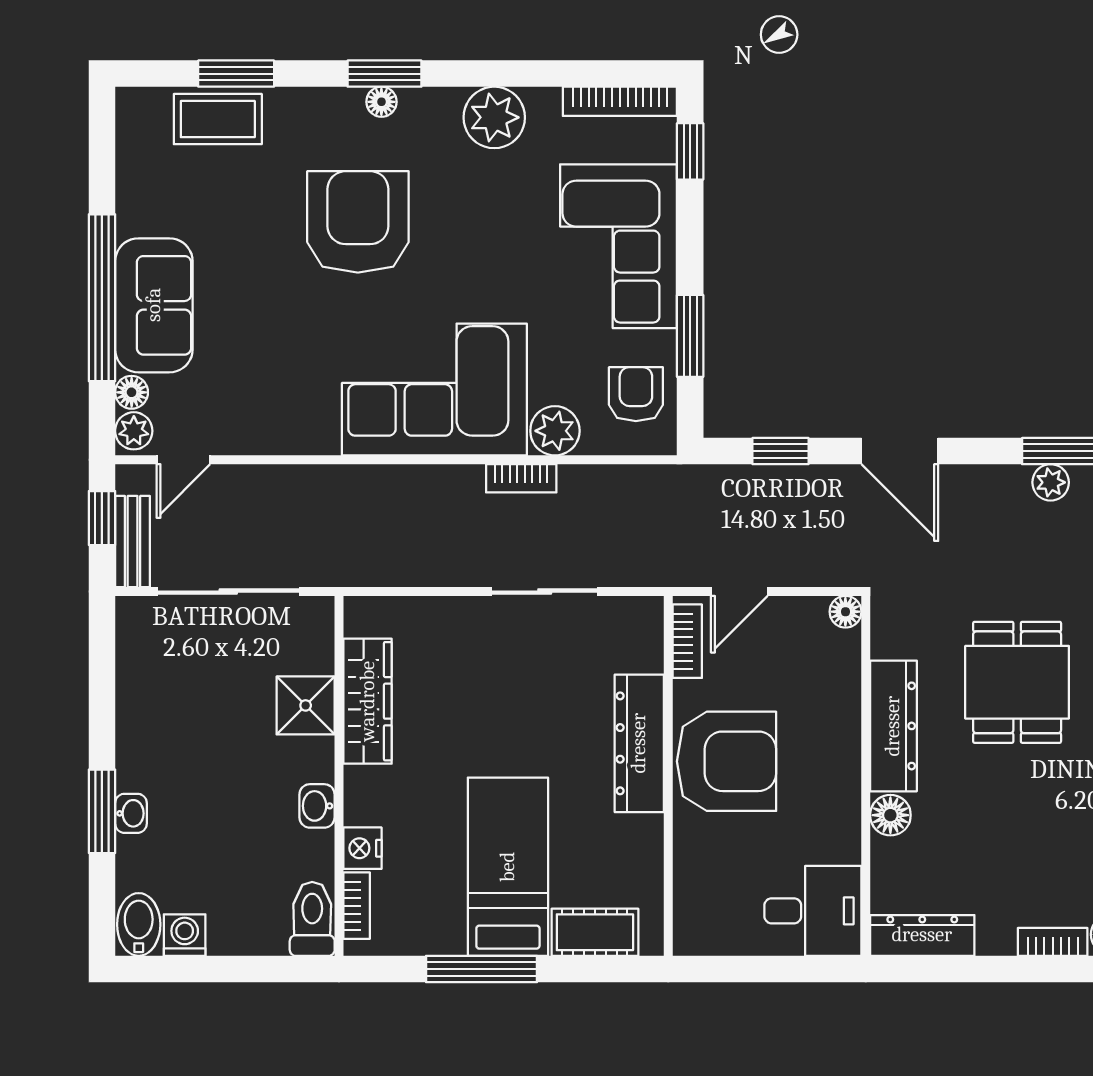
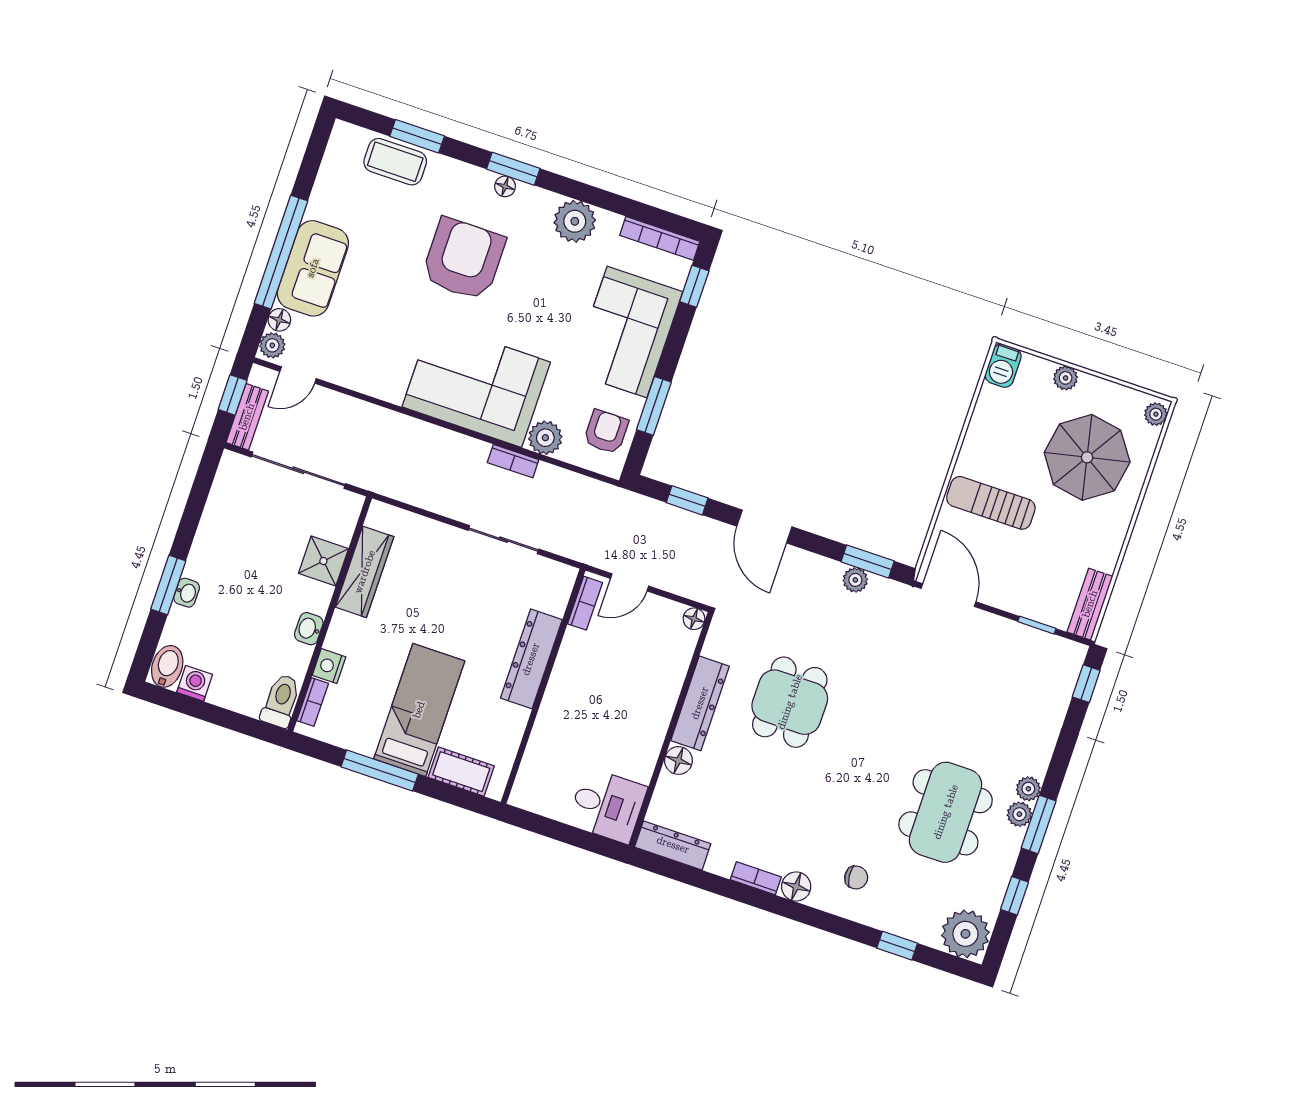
armchair: (726, 761) -> (584, 690), removed

